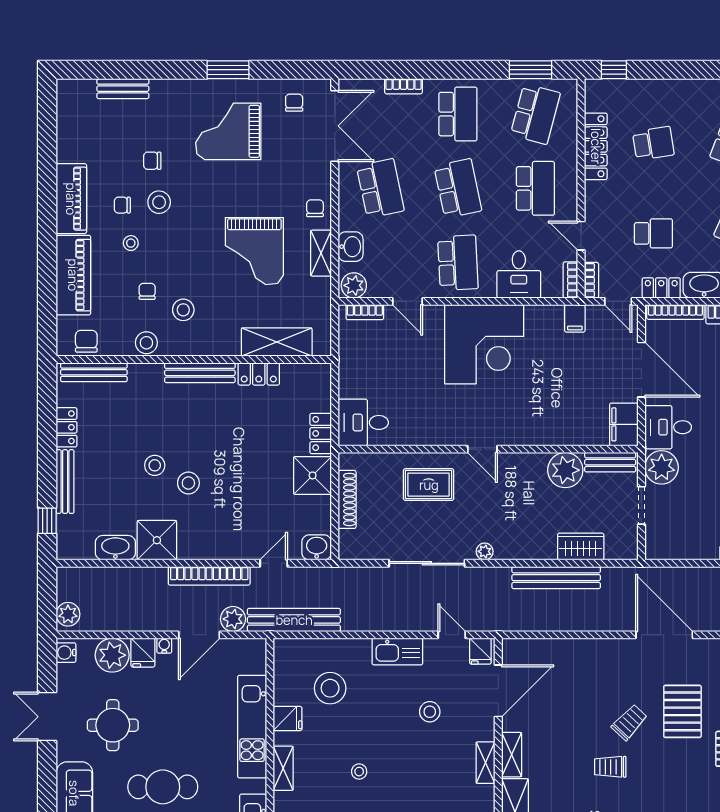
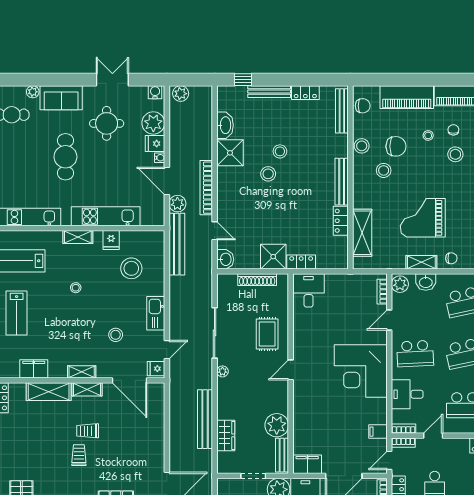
chair: (147, 291) -> (396, 146), width x1.87, depth x1.87
trolley: (629, 722) -> (88, 431), moved, turned 137

